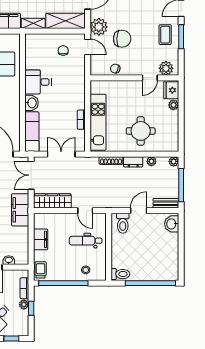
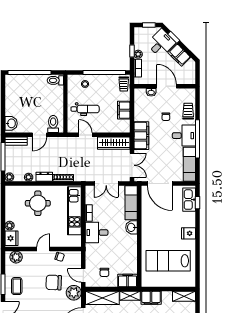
filing cabinet: (36, 41) -> (128, 280), added
door: (150, 78) -> (43, 249), moved
desk: (38, 82) -> (97, 233), moved, turned 180

